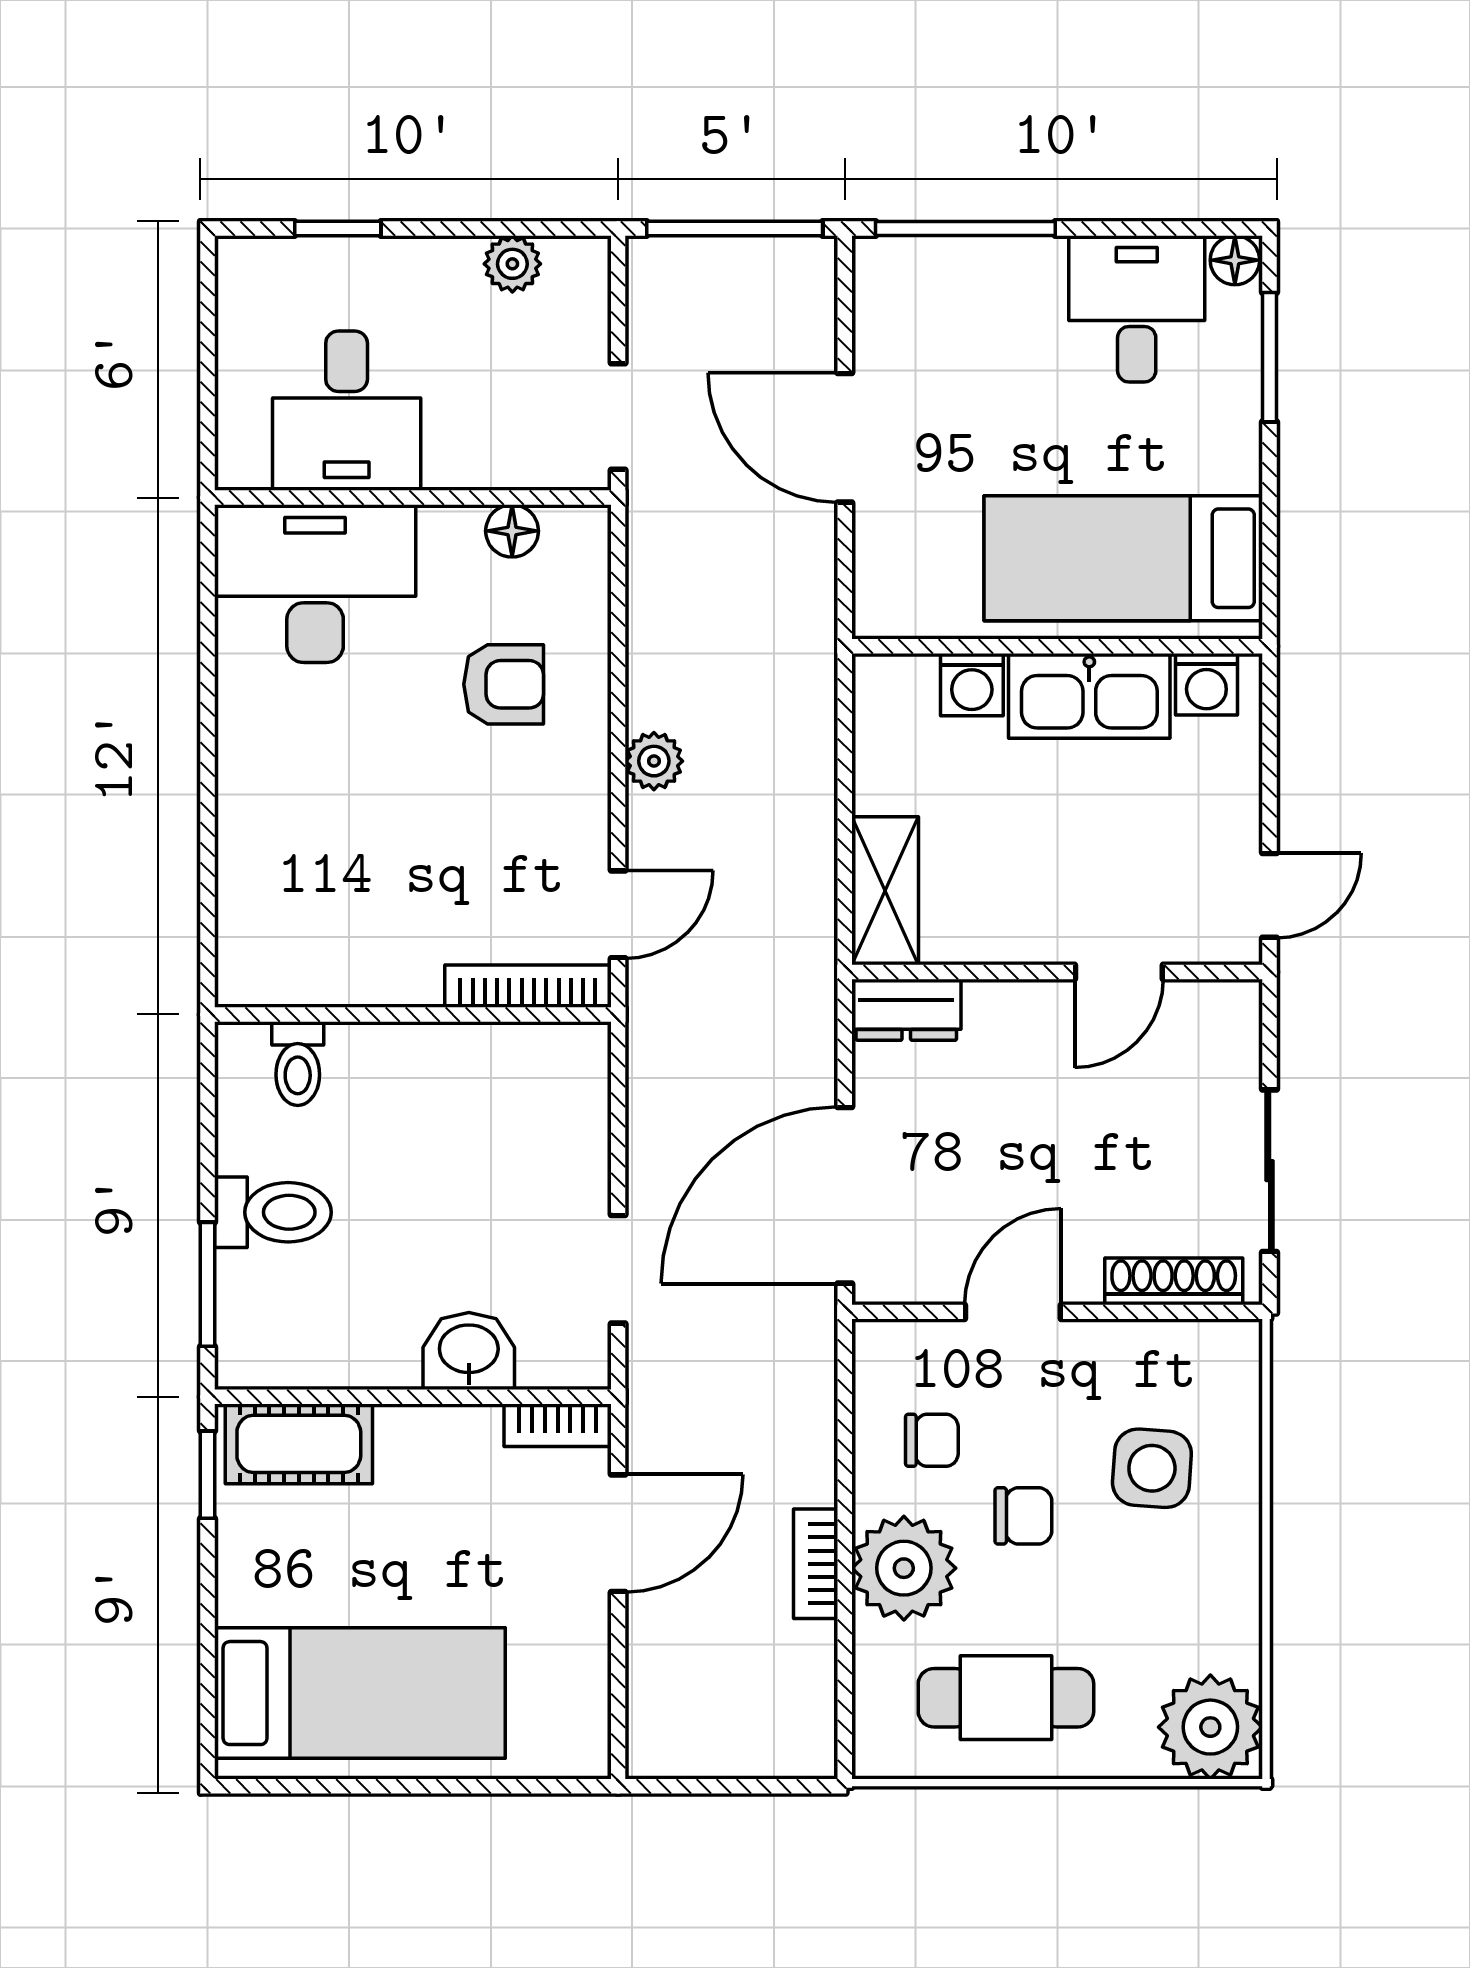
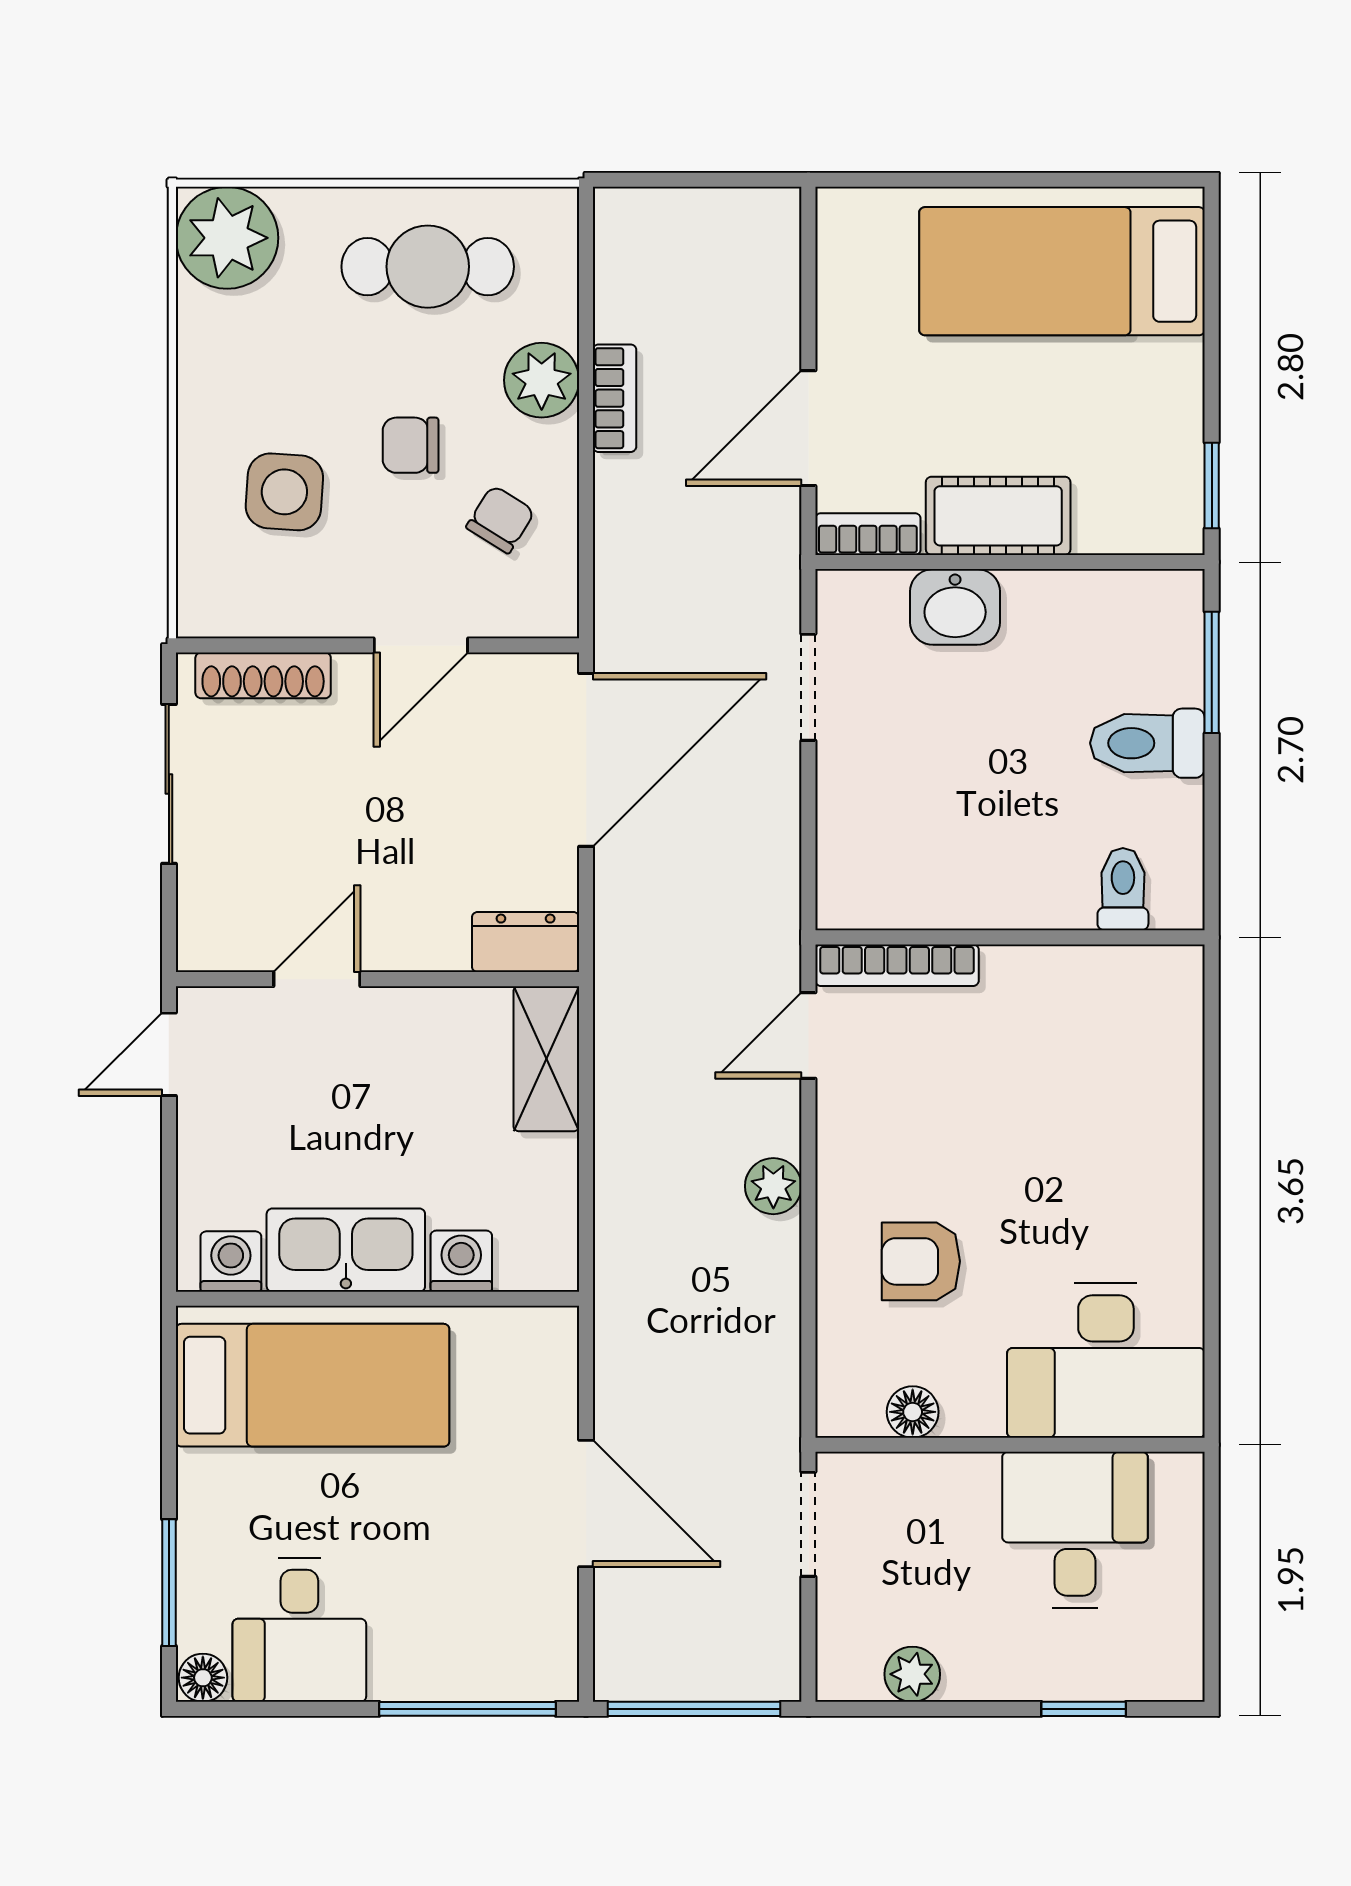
chair: (932, 1440) -> (500, 519), turned 122
cot: (299, 1444) -> (998, 516), moved
plant: (904, 1568) -> (542, 380), width x0.73, depth x0.73

